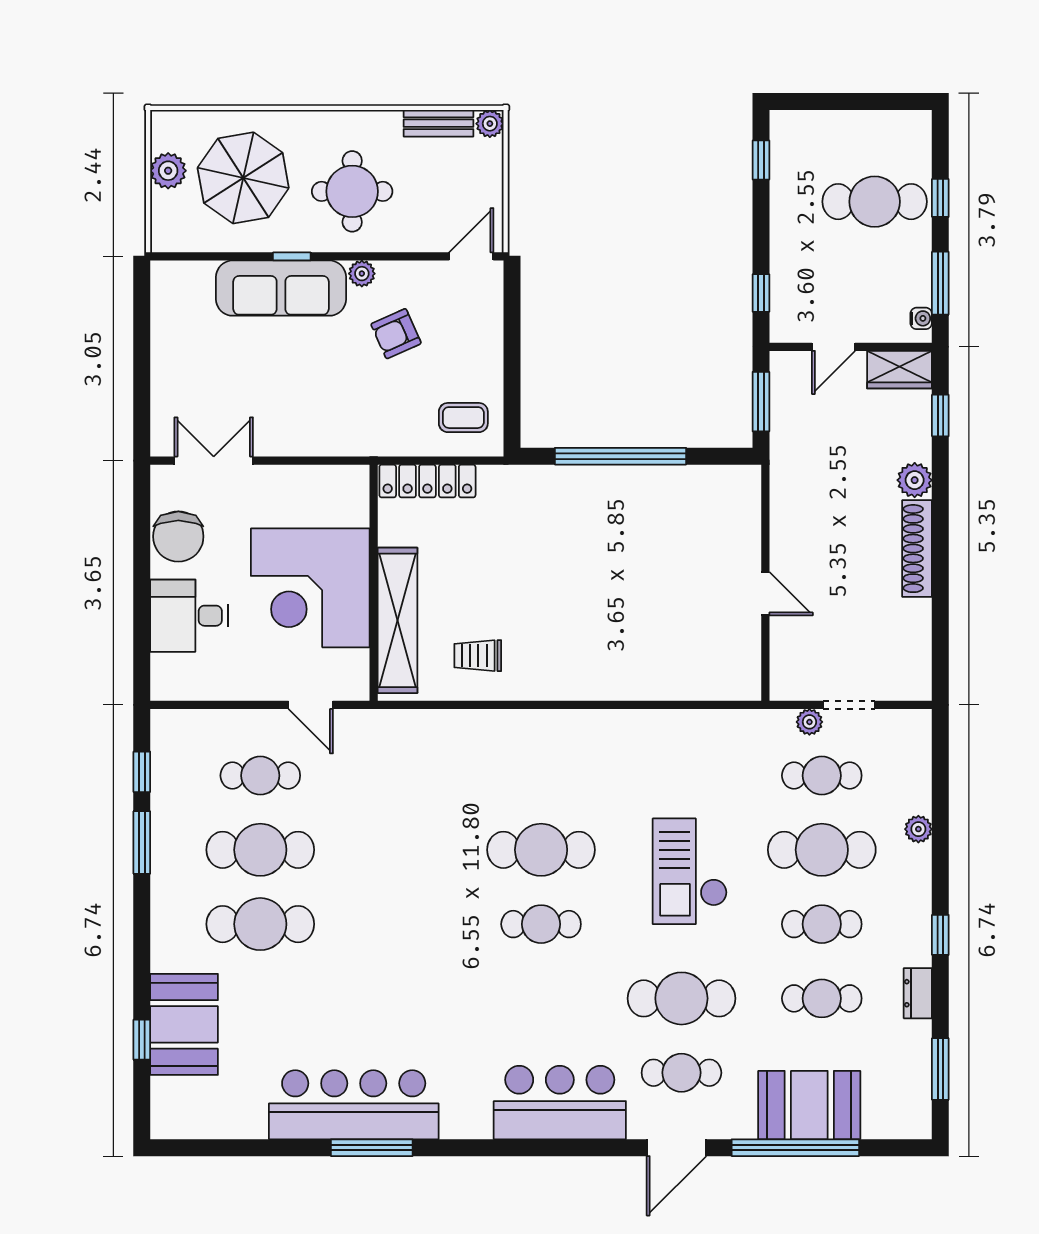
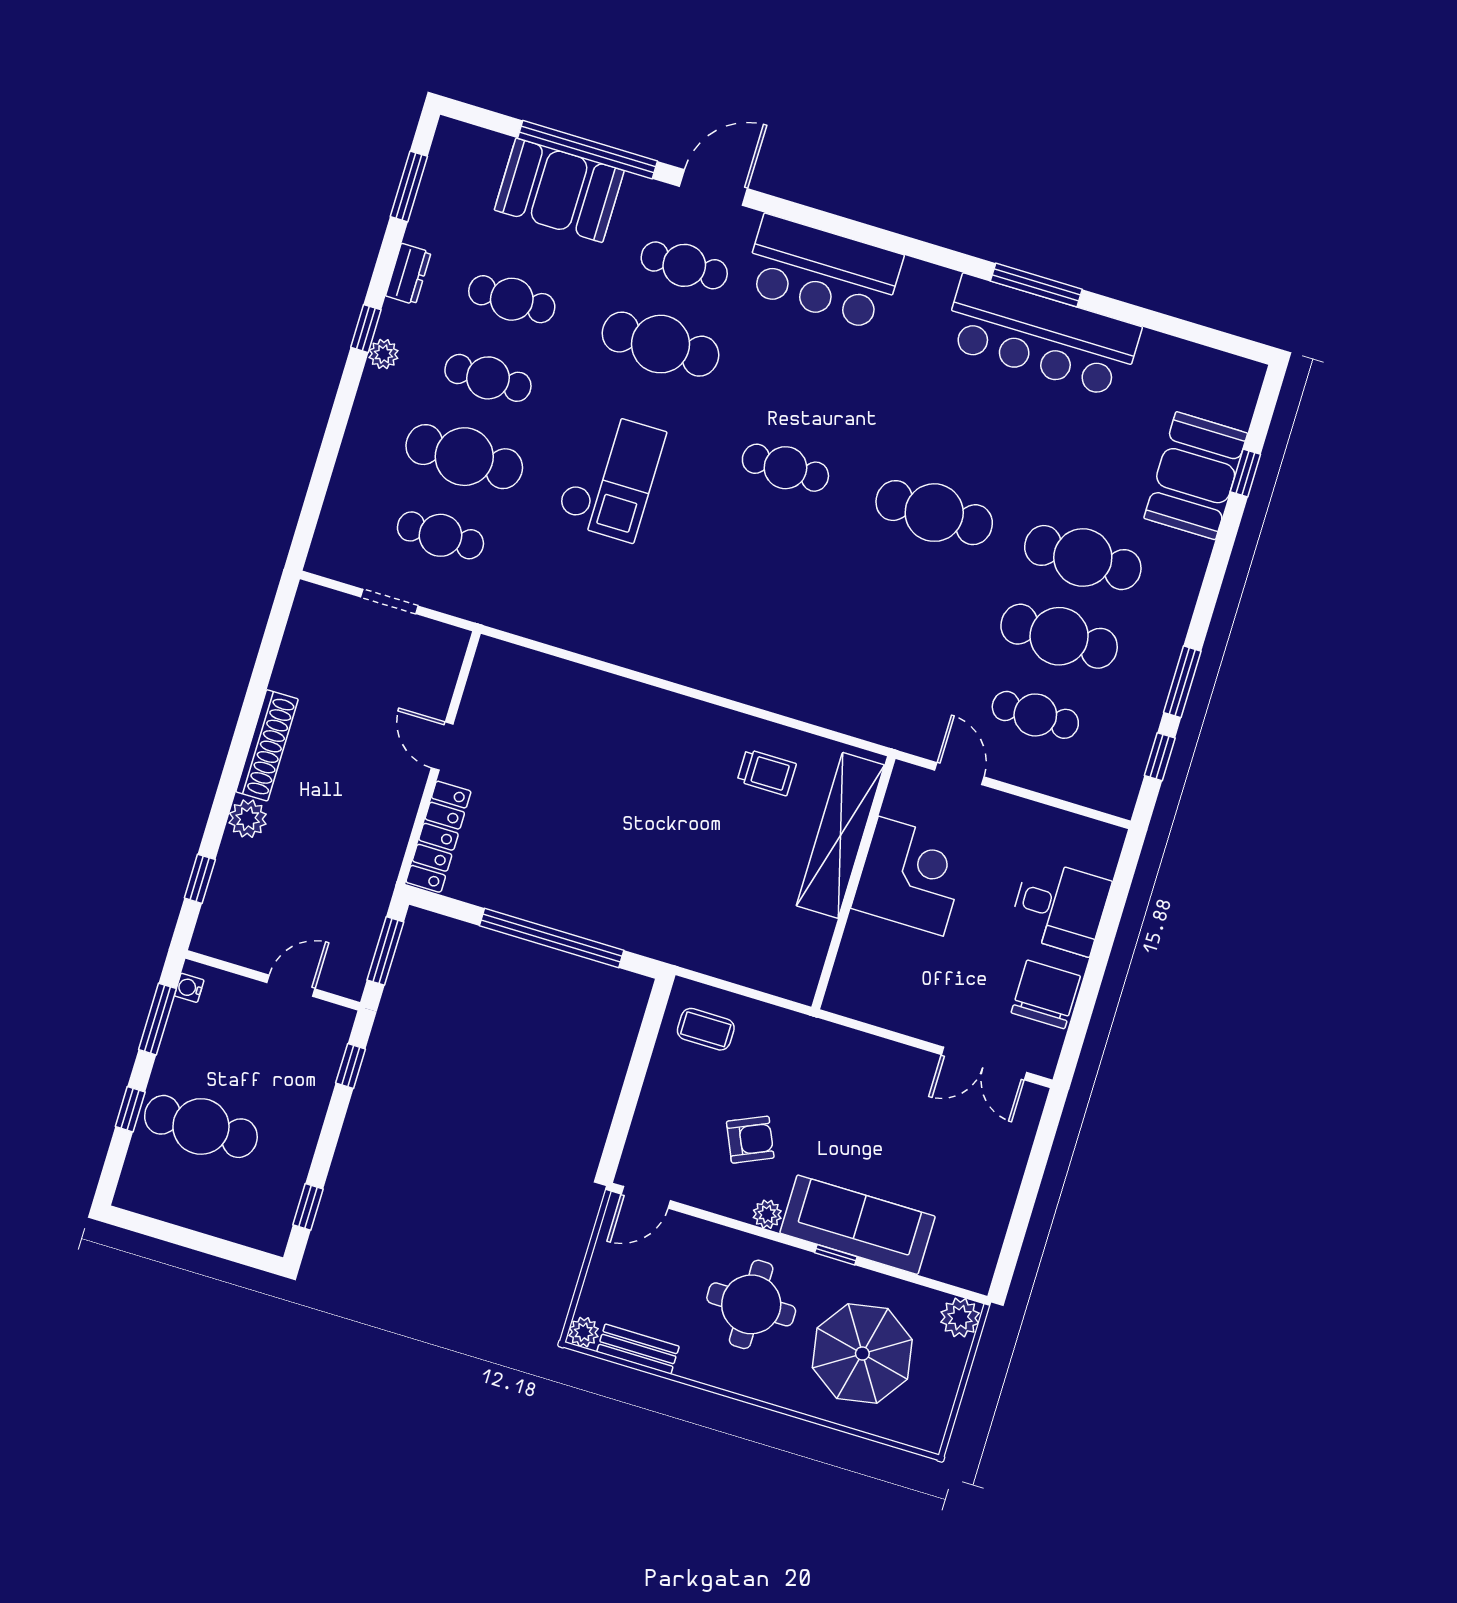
plant: (168, 171) -> (960, 1318), moved
wardrobe: (900, 370) -> (228, 940), removed
locker: (427, 481) -> (438, 837), moved, turned 90
corner desk: (310, 588) -> (911, 876), width x0.74, depth x0.74
plant: (809, 722) -> (436, 596), removed
plant: (918, 829) -> (384, 354), moved
cafe table: (541, 850) -> (934, 513), moved

